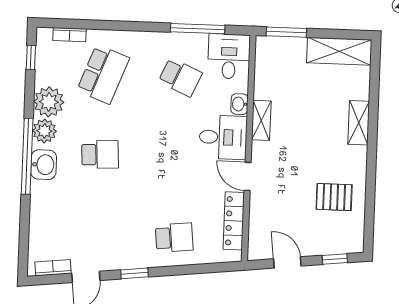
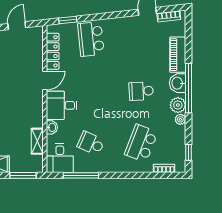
plant: (49, 102) -> (180, 119), width x0.53, depth x0.53
shelving: (261, 120) -> (37, 141), moved
door: (248, 176) -> (45, 81), hinge flipped
piano: (42, 208) -> (178, 55), added
school desk: (174, 238) -> (91, 39), width x1.85
door: (287, 262) -> (17, 26), swing flipped
window: (135, 273) -> (68, 20), moved

